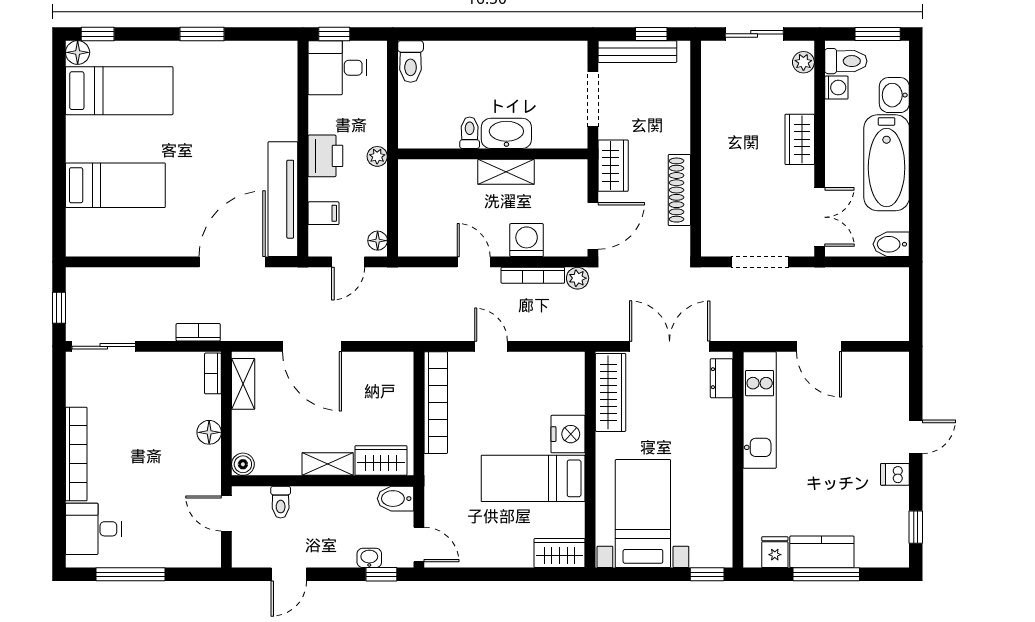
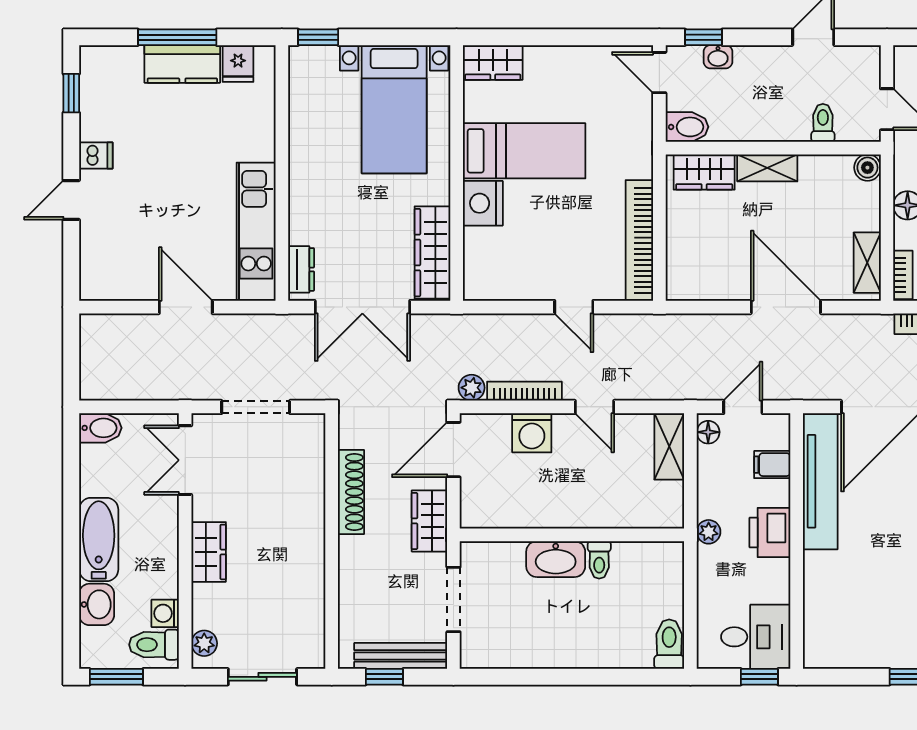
bathtub: (887, 163) -> (99, 539), width x0.73, depth x0.73
shelving: (506, 172) -> (669, 446), moved, turned 90

